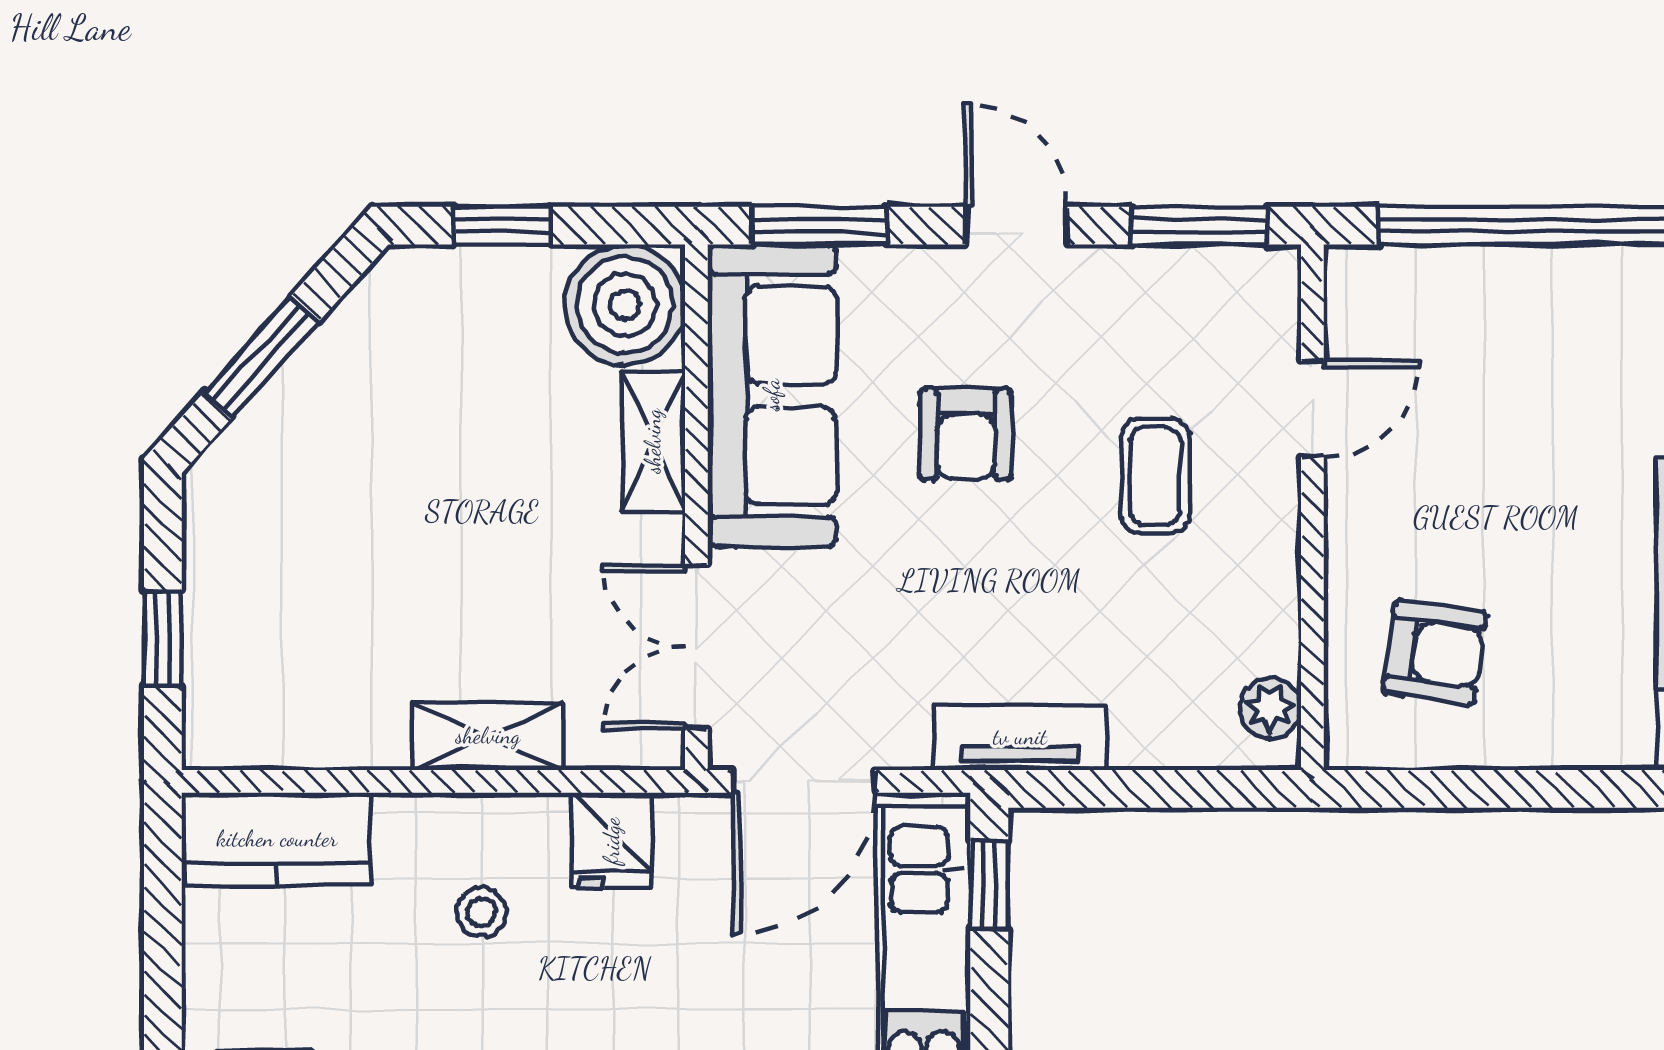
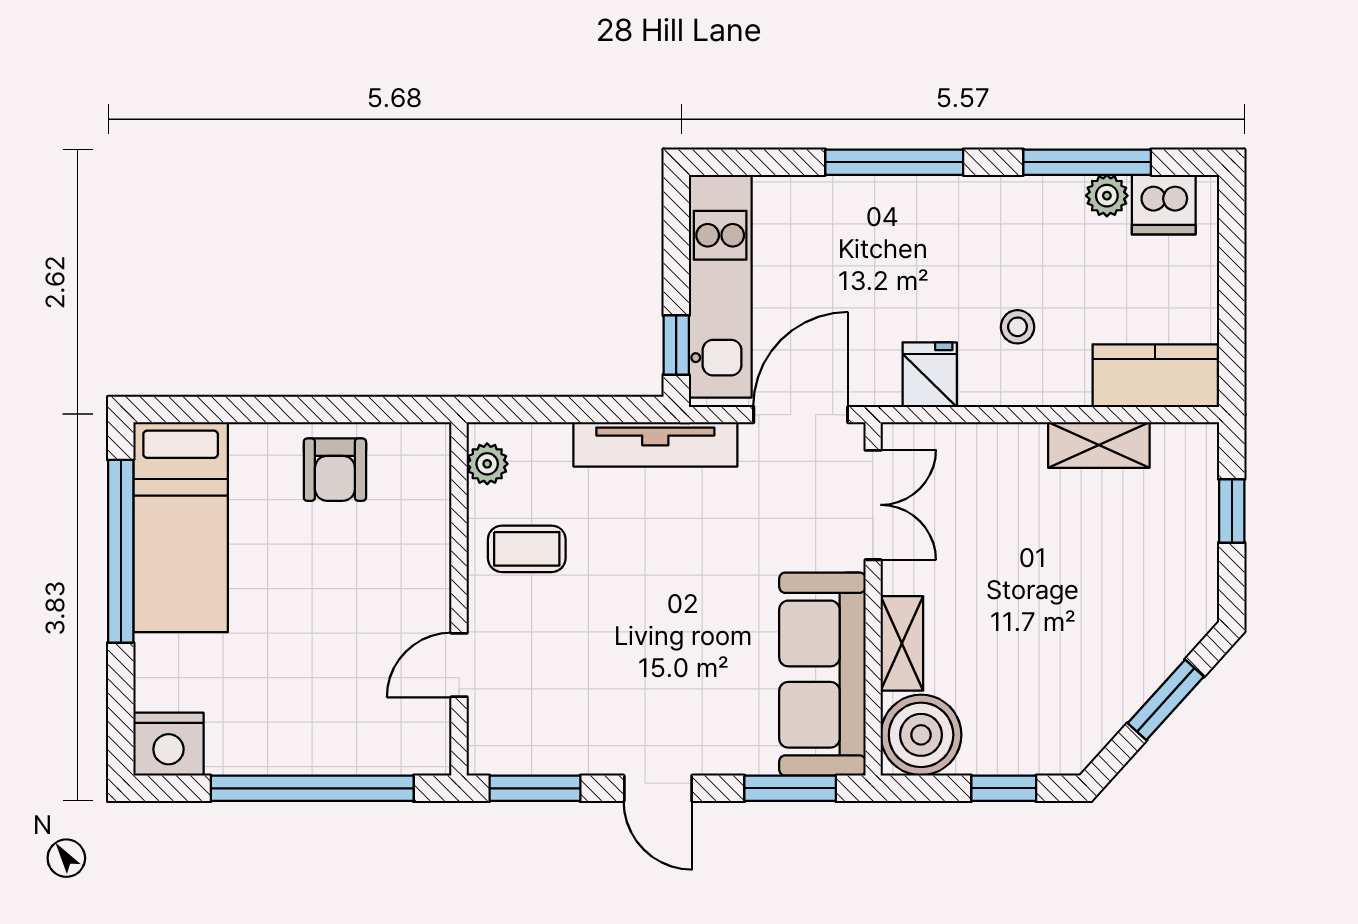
armchair: (966, 434) -> (692, 648), removed
coffee table: (1155, 476) -> (527, 549), moved, turned 90
armchair: (1435, 652) -> (335, 470), moved, turned -98
shelving: (488, 736) -> (1099, 445), moved
tv unit: (1020, 737) -> (655, 444), width x1.41

